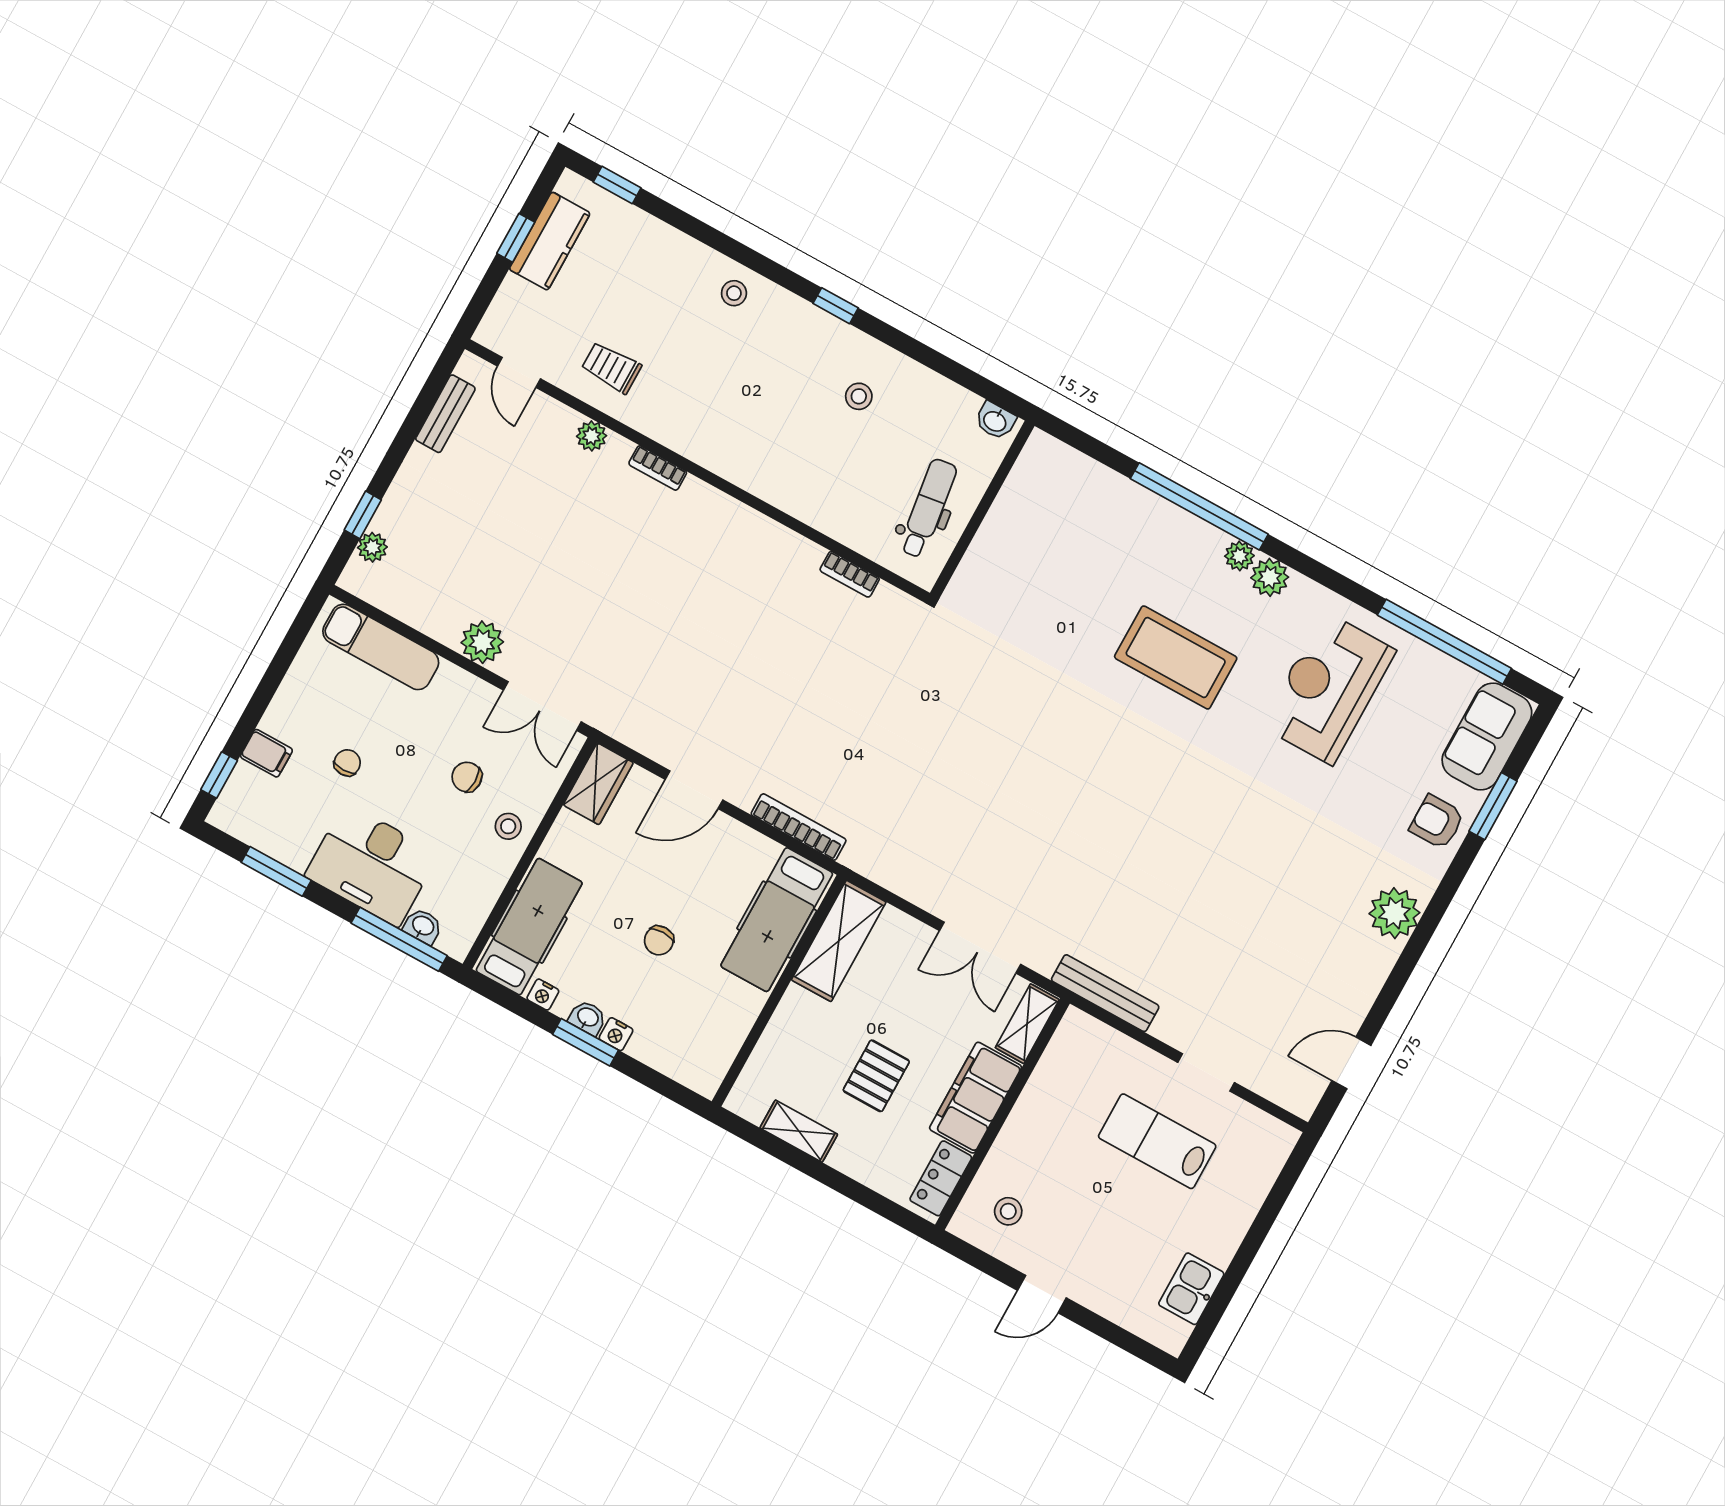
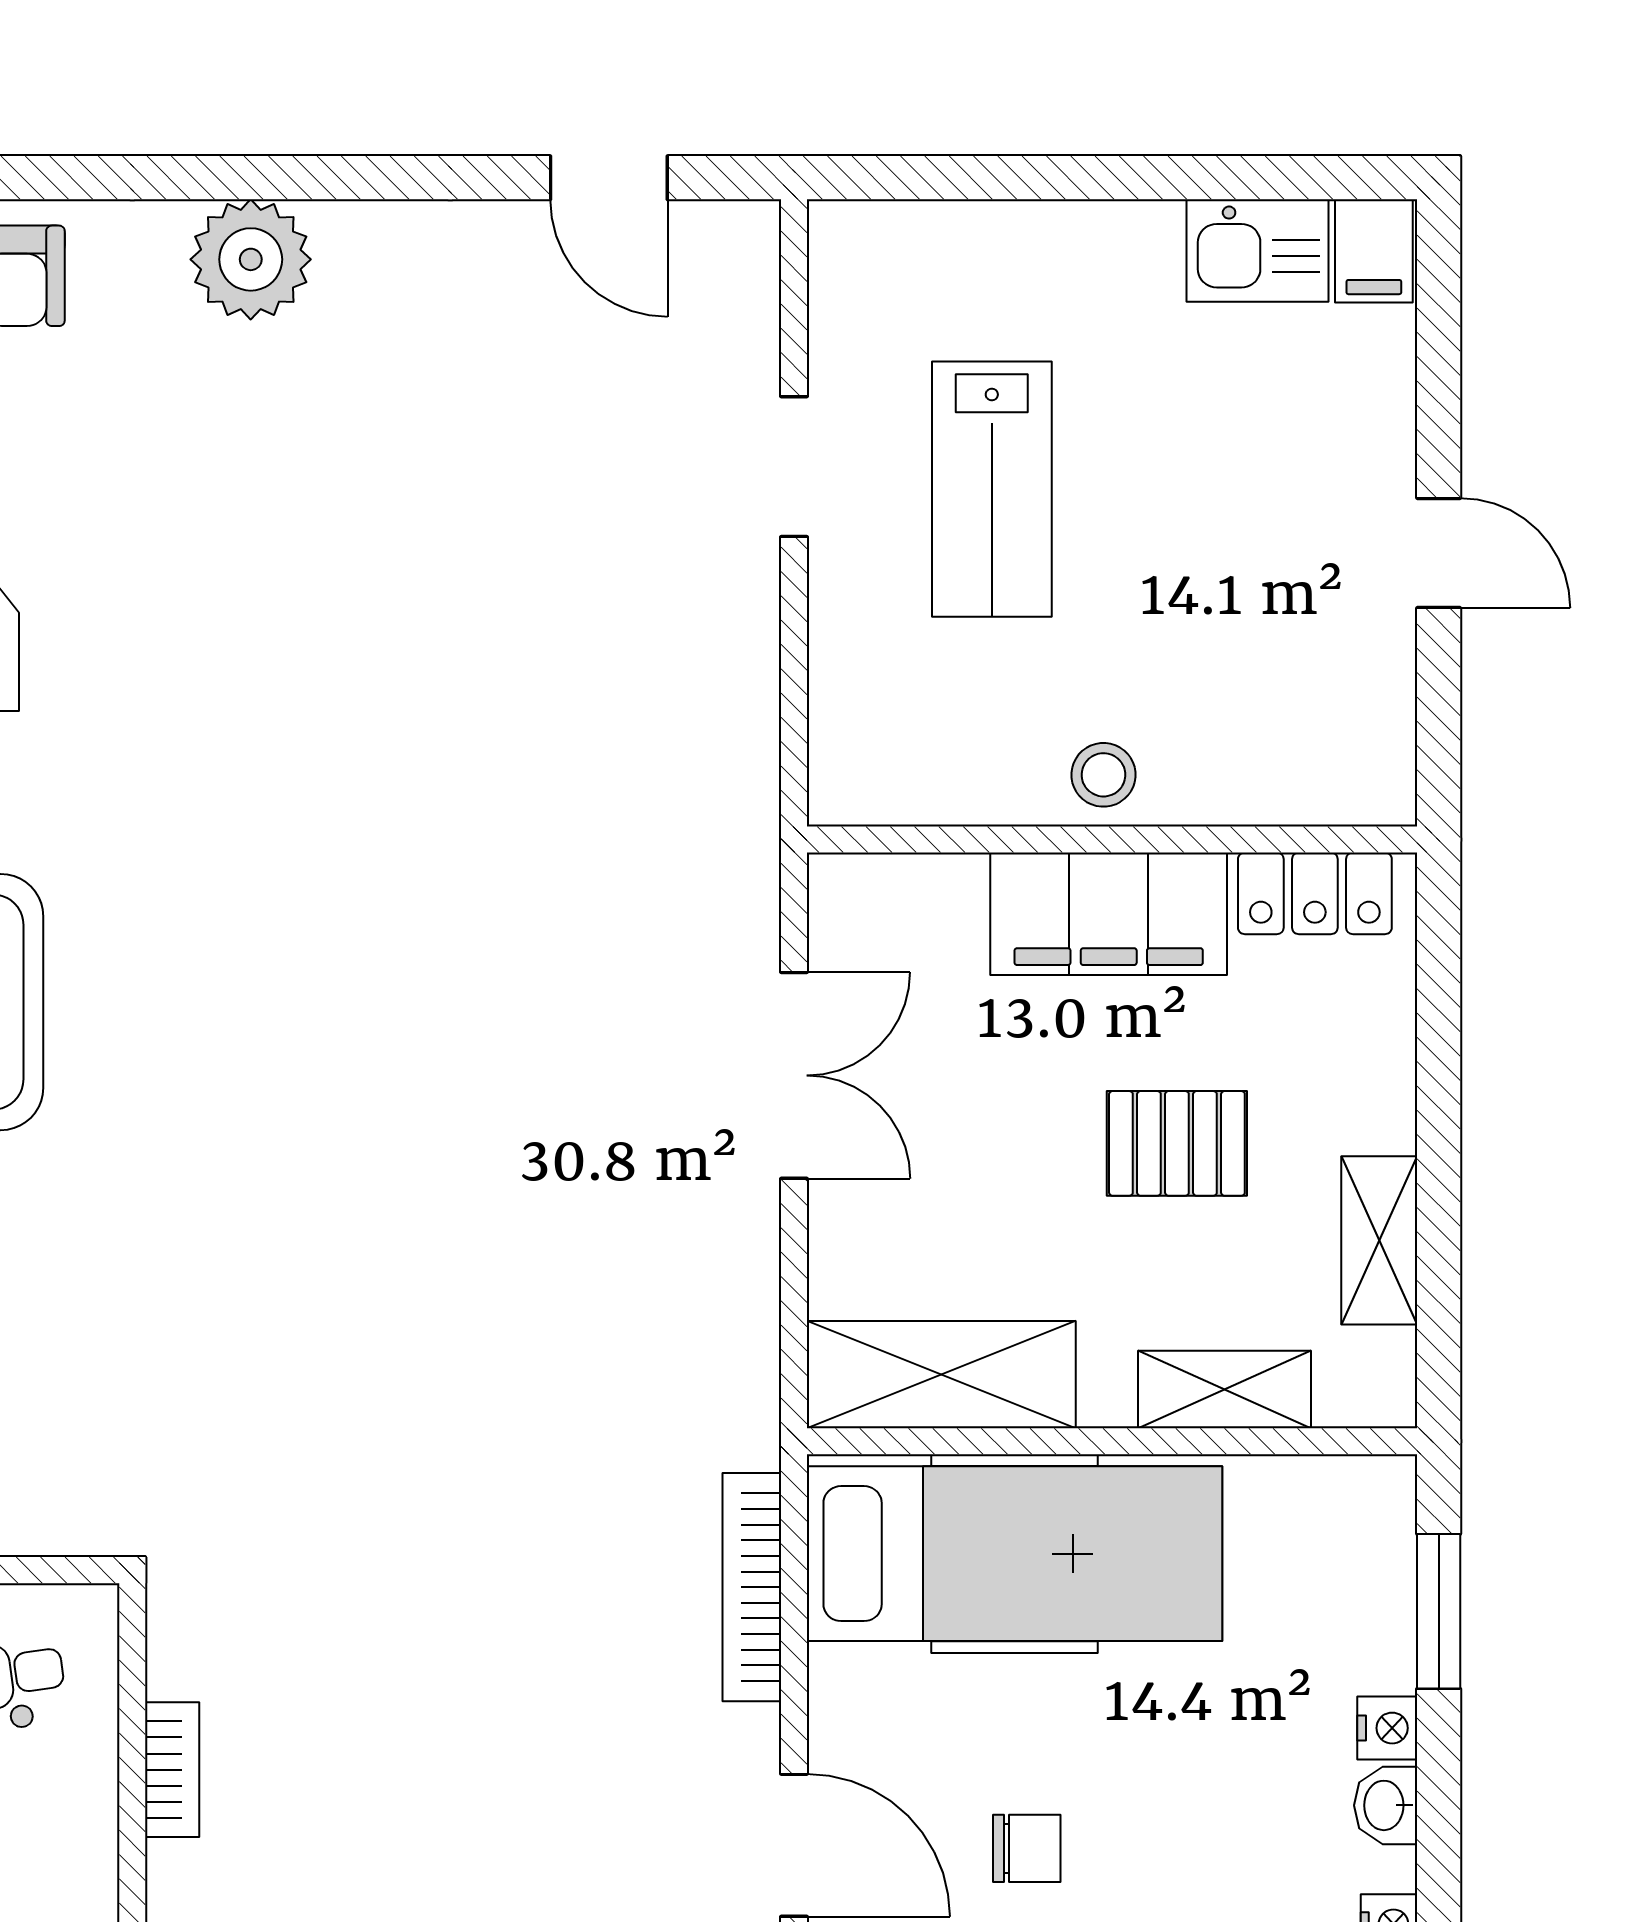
hospital bed: (777, 920) -> (1015, 1554), width x1.37, depth x1.29
chair: (659, 940) -> (1027, 1848), moved
bench: (1105, 993) -> (745, 765), removed
shelving: (1027, 1024) -> (1225, 1389), moved
window: (586, 1042) -> (1439, 1611), moved
stool: (1008, 1211) -> (1103, 775), moved
filing cabinet: (1167, 1332) -> (1374, 251), added

